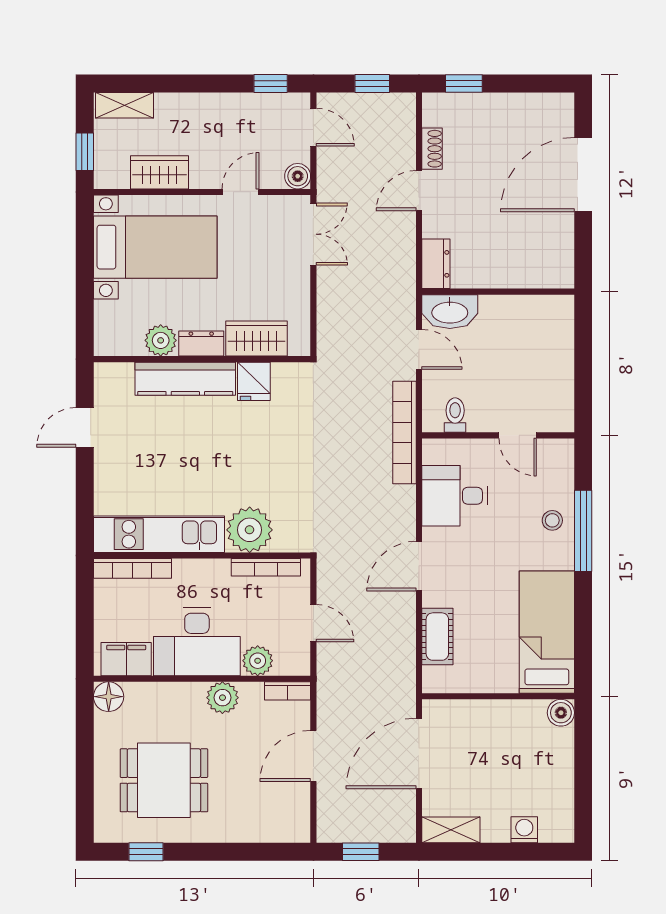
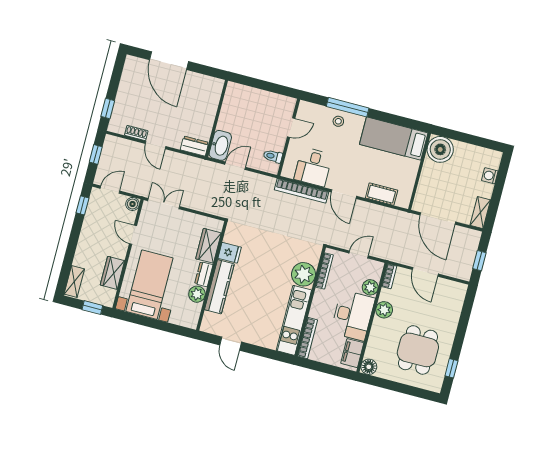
bookcase: (404, 433) -> (302, 191), moved
boiler: (561, 713) -> (440, 149), width x1.86, depth x1.86

